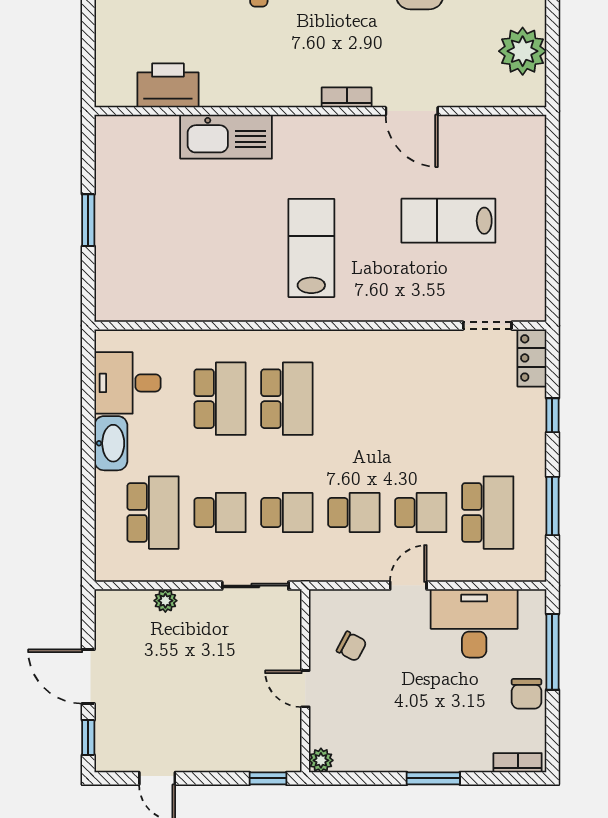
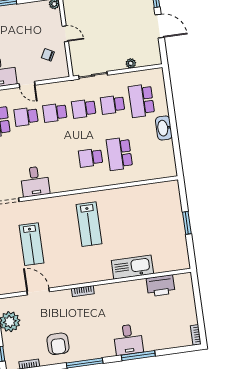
door: (412, 111) -> (38, 291), moved
lab bench: (448, 221) -> (32, 244), turned 90
desk: (127, 383) -> (35, 181), moved, turned 90
school desk: (287, 399) -> (91, 158), width x0.54
door: (408, 586) -> (27, 84), hinge flipped

